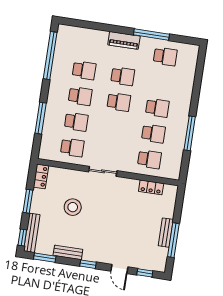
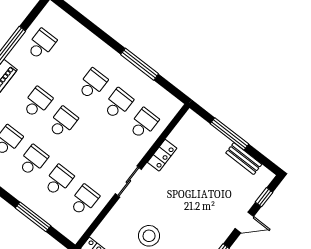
locker: (151, 187) -> (162, 155), moved
bench: (166, 233) -> (244, 159), moved
window: (173, 240) -> (229, 134), moved

